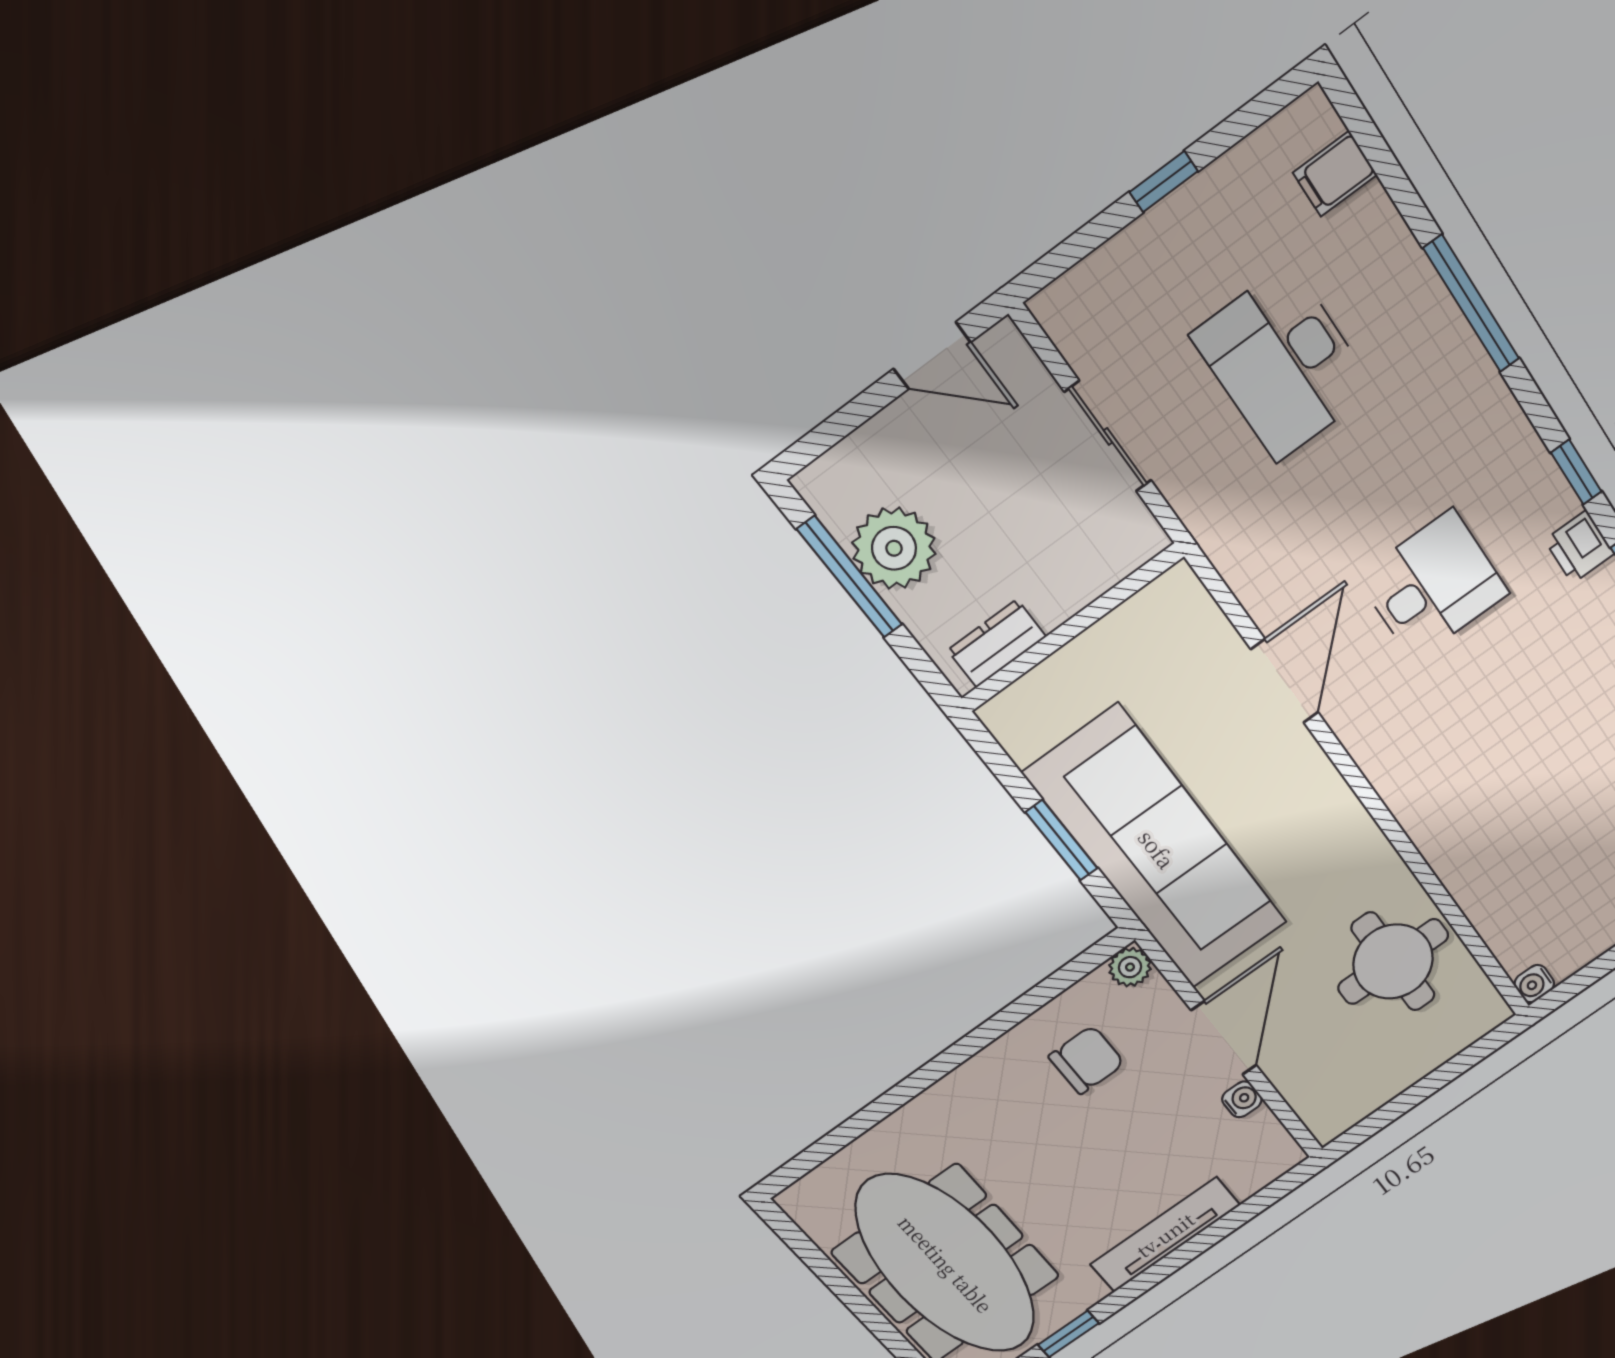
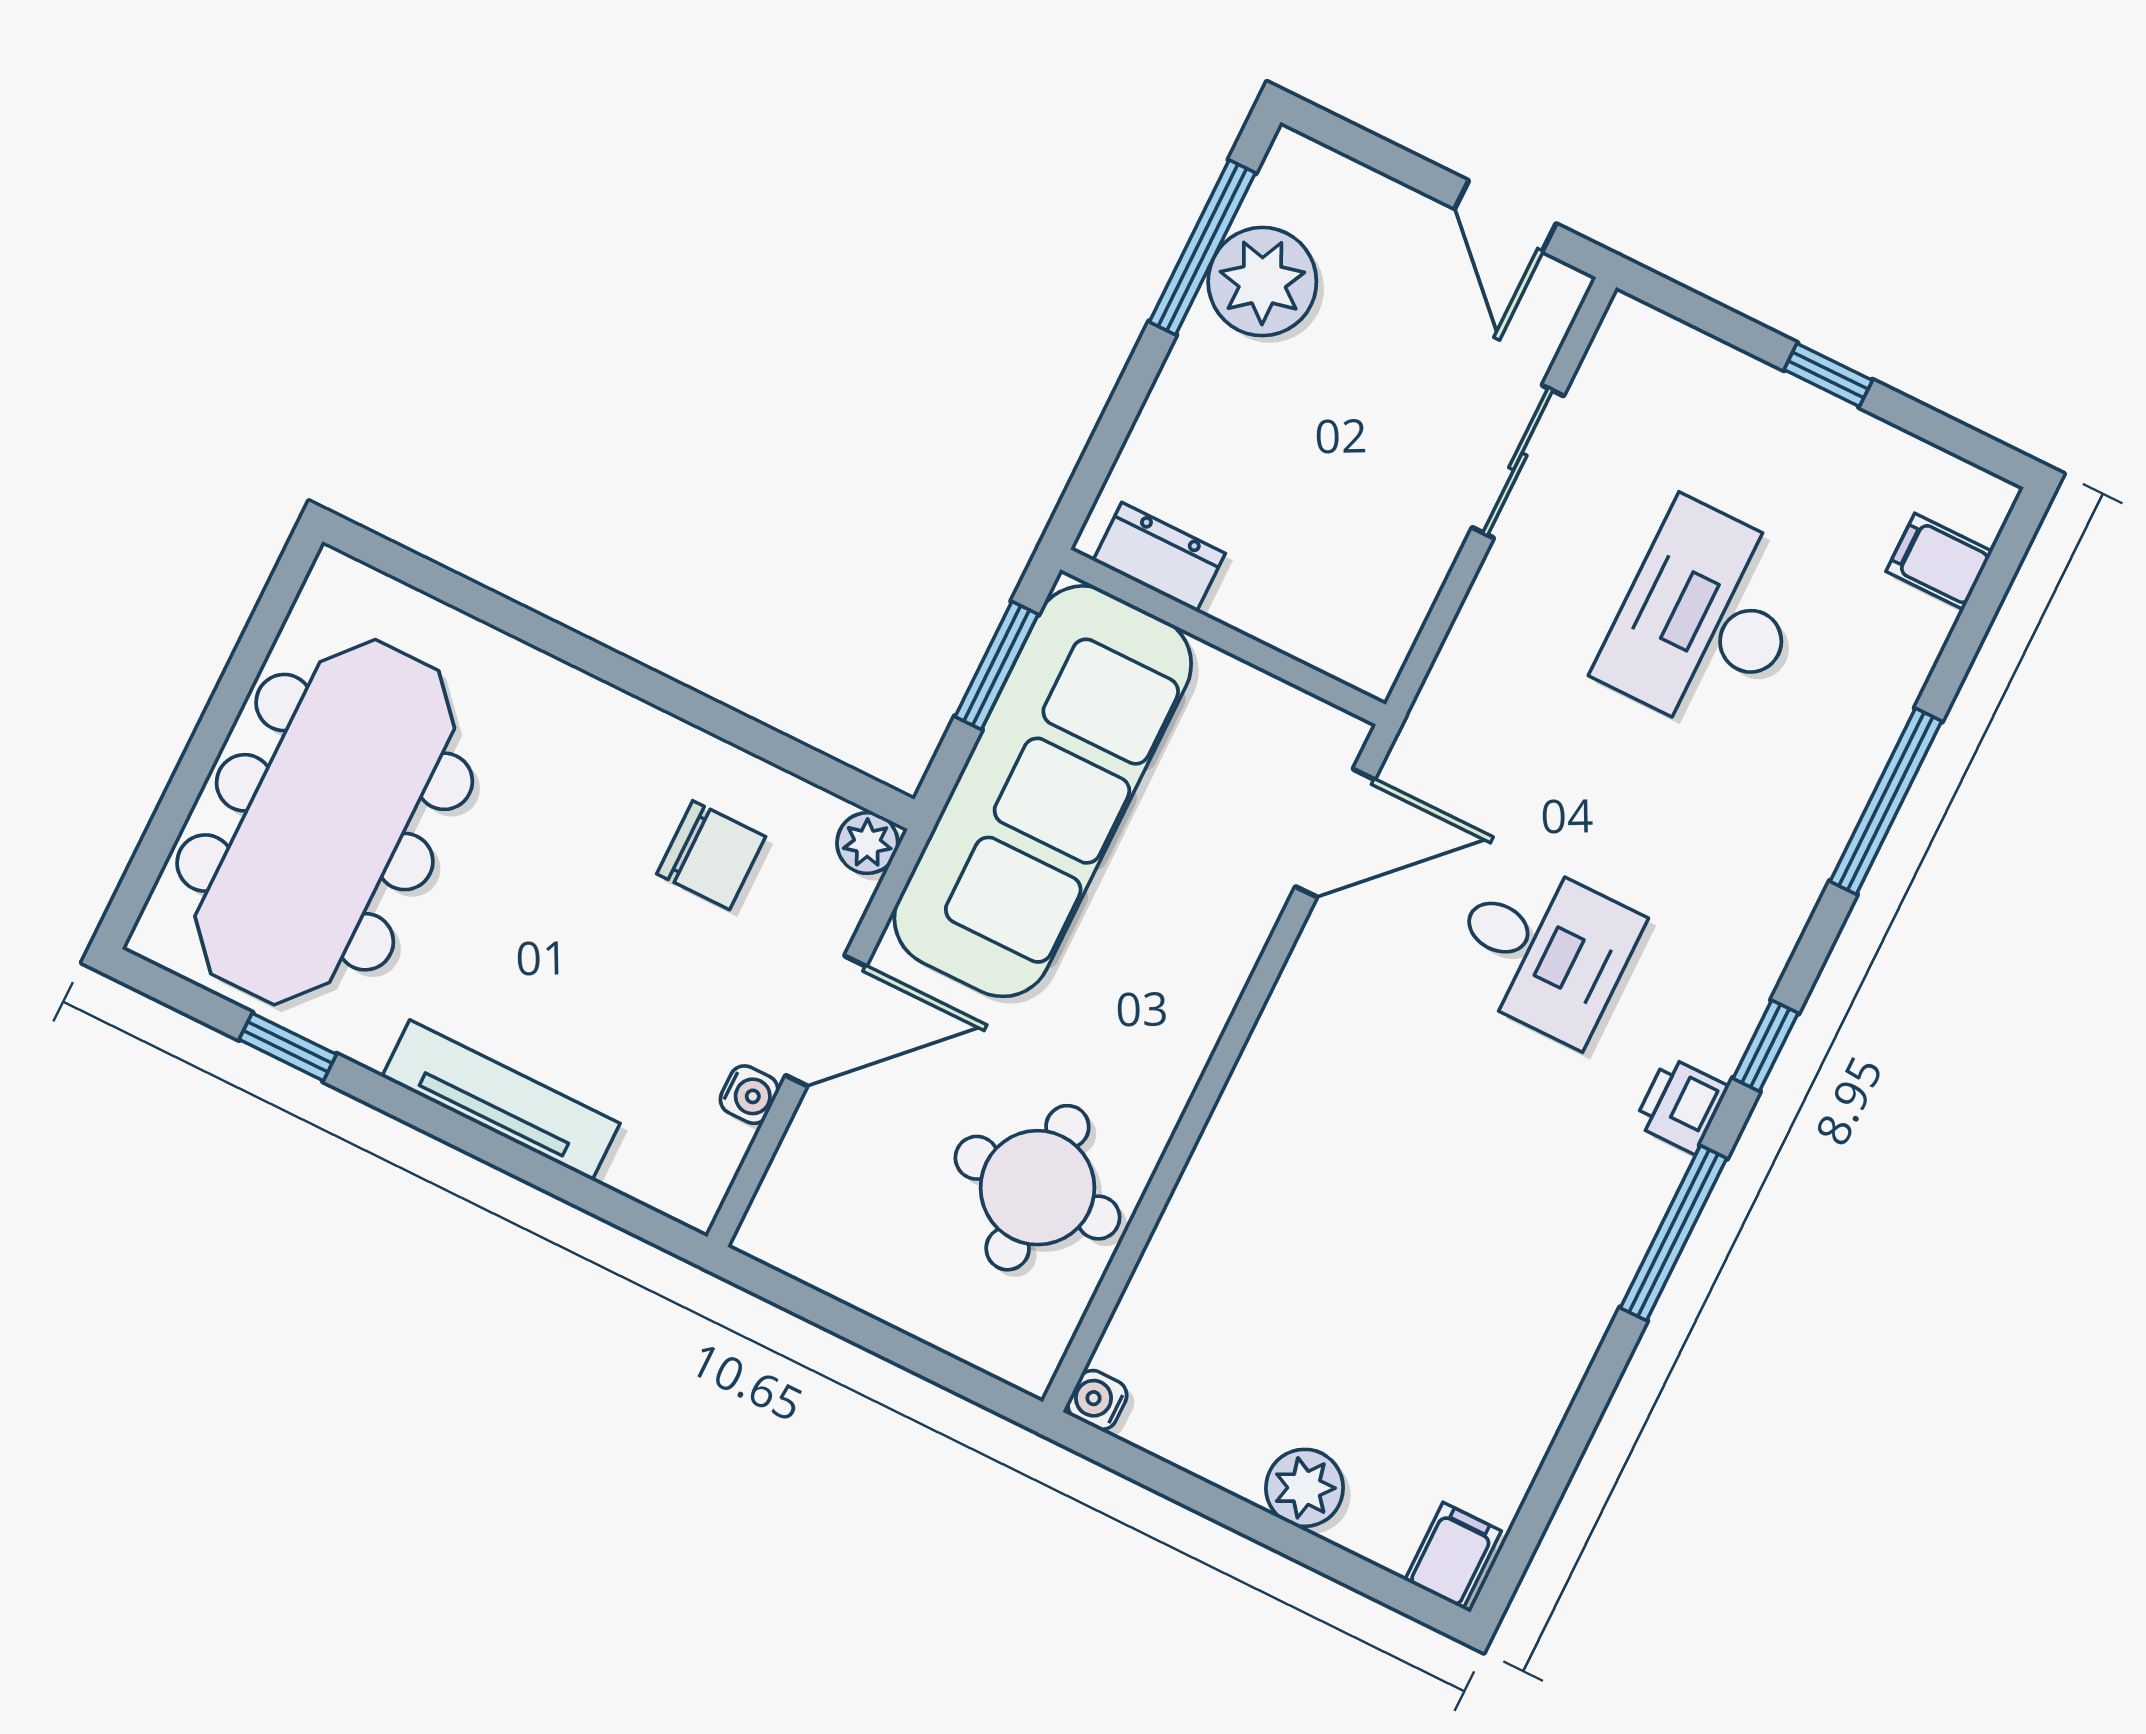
wall: (1072, 628) -> (1223, 637), moved
dresser: (997, 643) -> (1159, 557), moved

